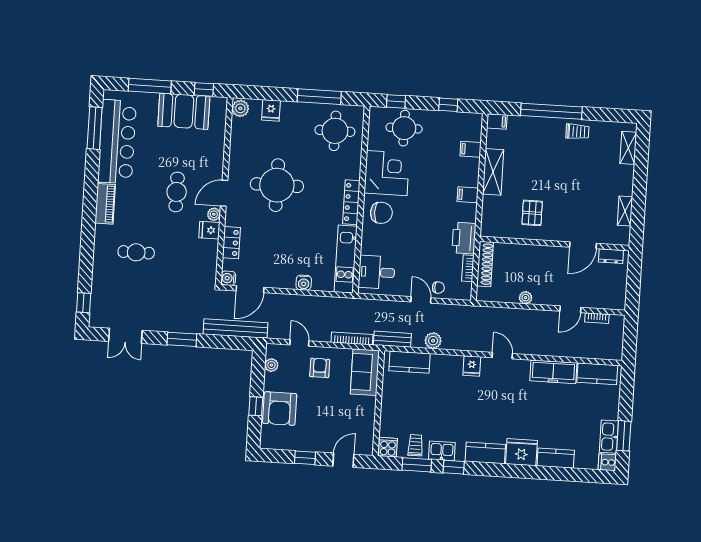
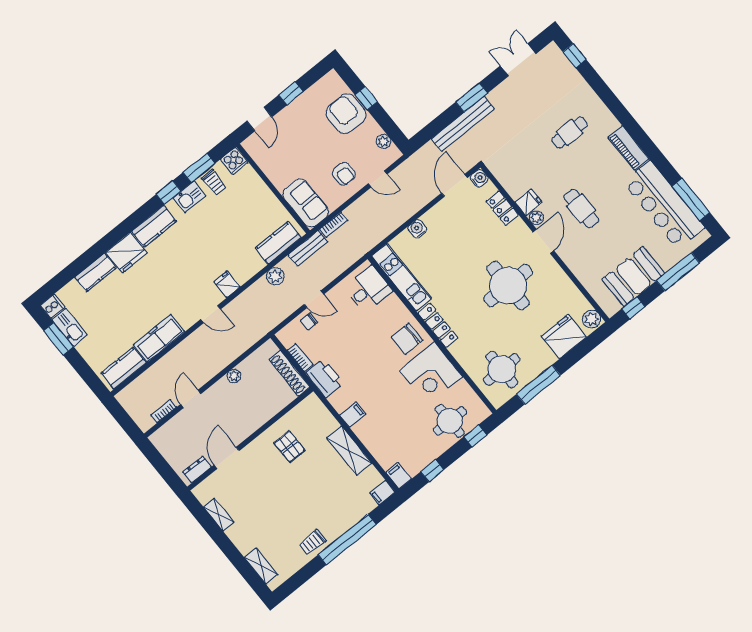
fridge: (271, 110) -> (564, 337), width x1.88, depth x1.34
filing cabinet: (471, 149) -> (399, 476), moved, turned -90
bench: (235, 328) -> (463, 124), moved
bookcase: (352, 338) -> (334, 225), width x0.64

